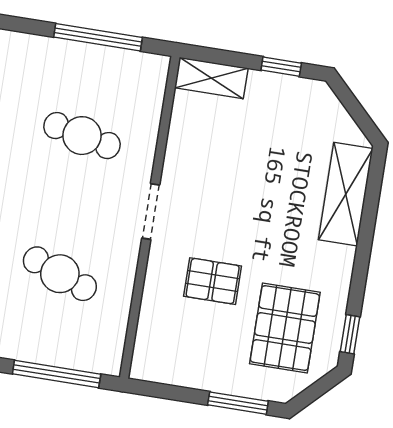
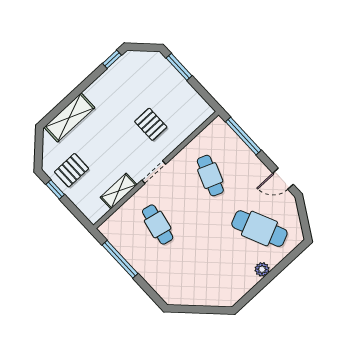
shelving: (211, 78) -> (119, 191), moved, turned 90
pallet: (285, 328) -> (72, 170), moved, width x0.67, depth x0.71

